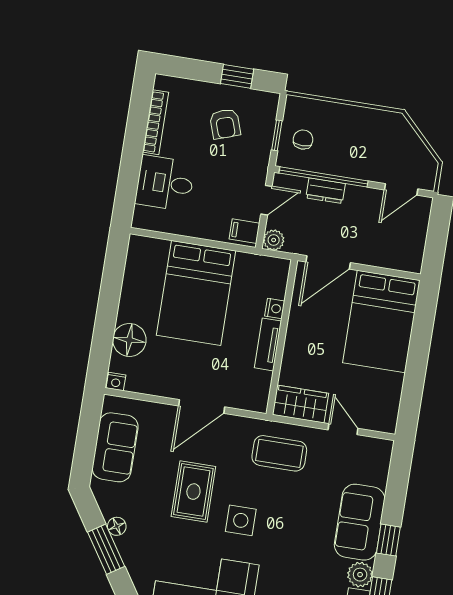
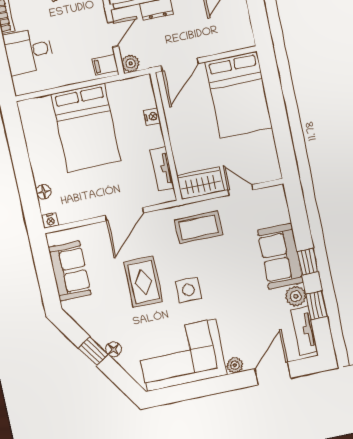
floor lamp: (129, 340) -> (43, 192), width x0.53, depth x0.53
tv unit: (268, 344) -> (162, 169), moved
floor lamp: (117, 526) -> (113, 349), moved
window: (106, 549) -> (93, 351), width x0.67

